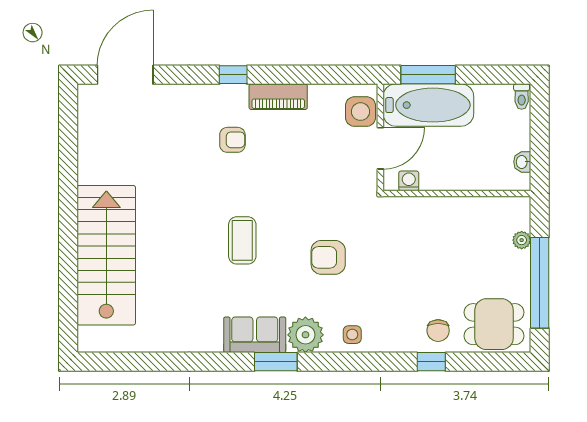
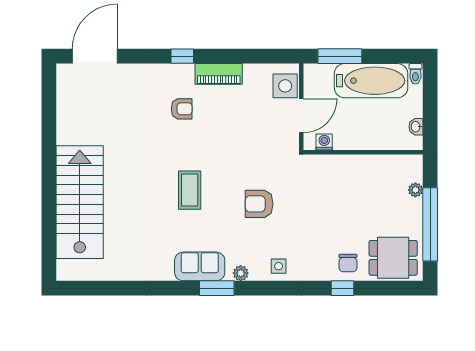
bathtub: (428, 105) -> (371, 81), moved
plant: (305, 335) -> (241, 273), width x0.53, depth x0.53

